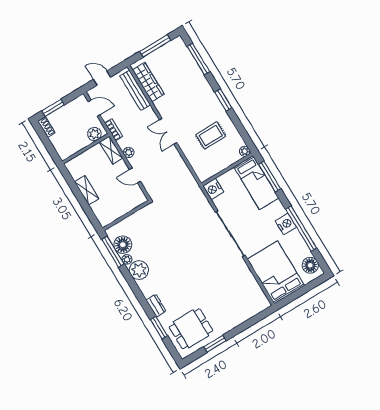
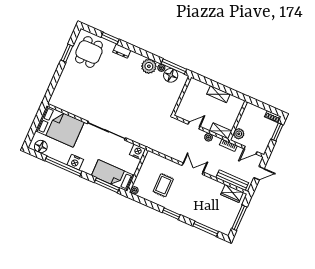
wardrobe: (148, 82) -> (232, 193), width x0.67

